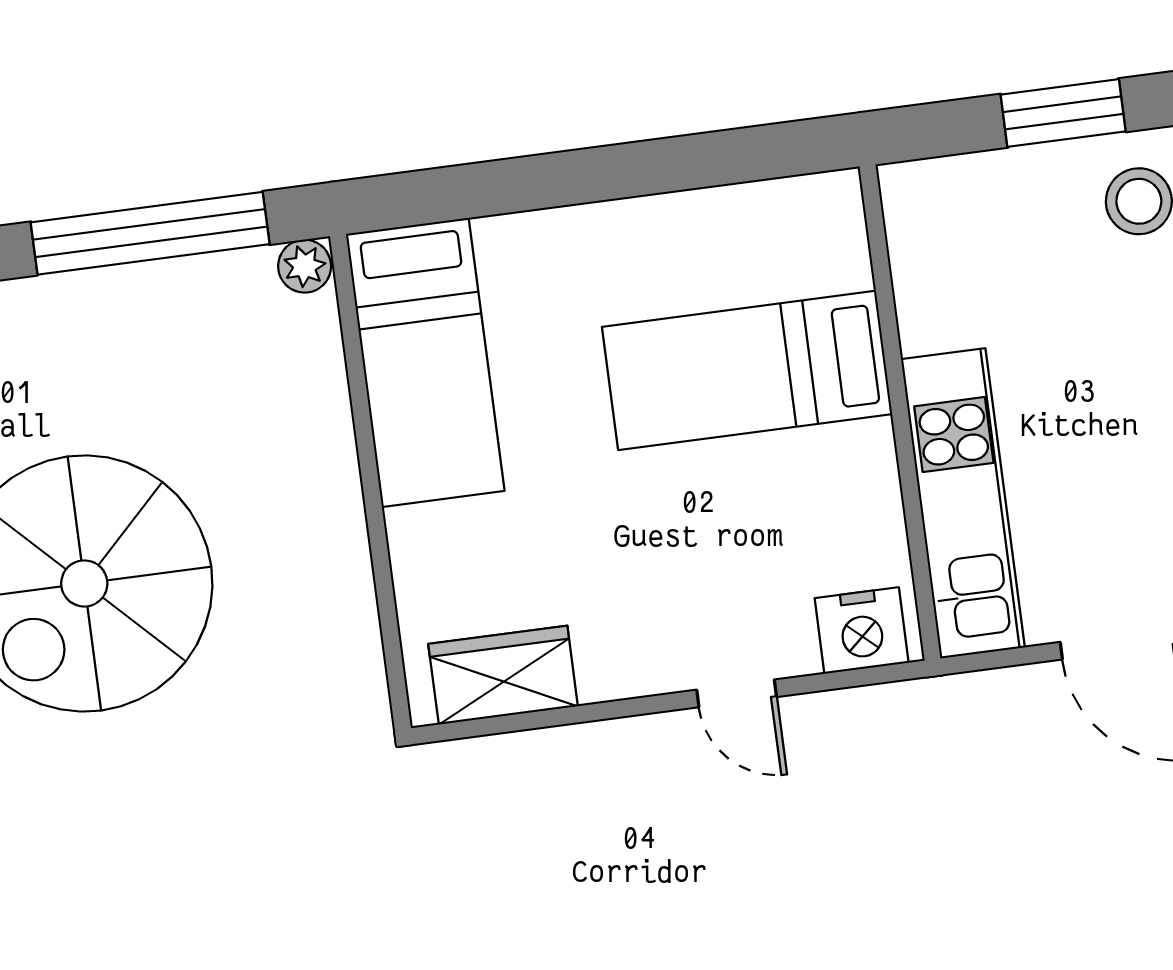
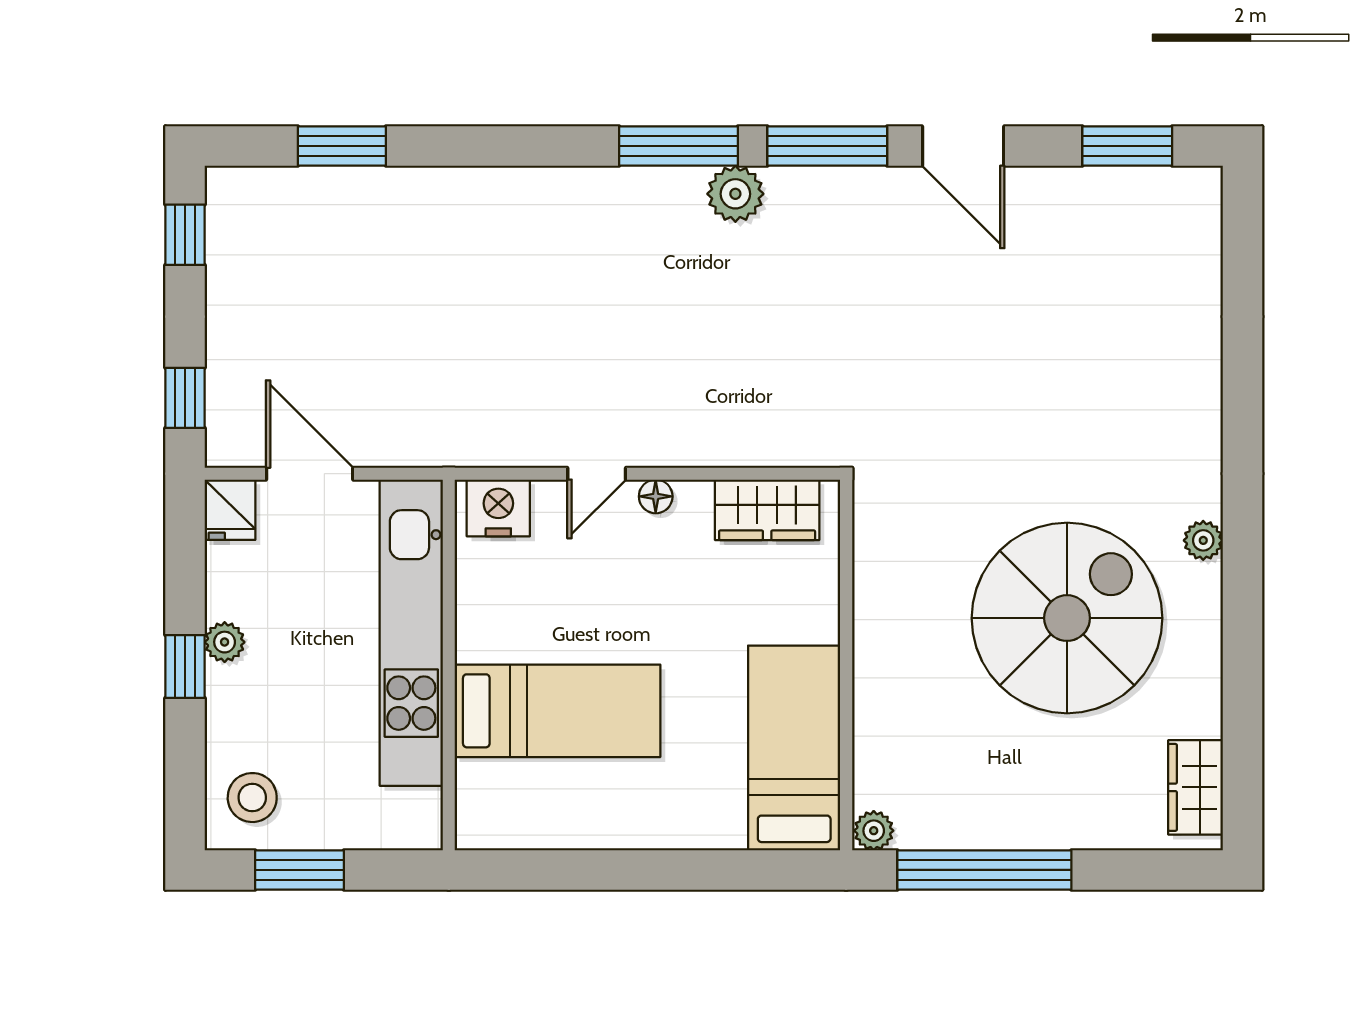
kitchen unit: (963, 503) -> (411, 633), width x1.36
floor lamp: (654, 673) -> (656, 496), added
door: (737, 693) -> (597, 474), swing flipped

